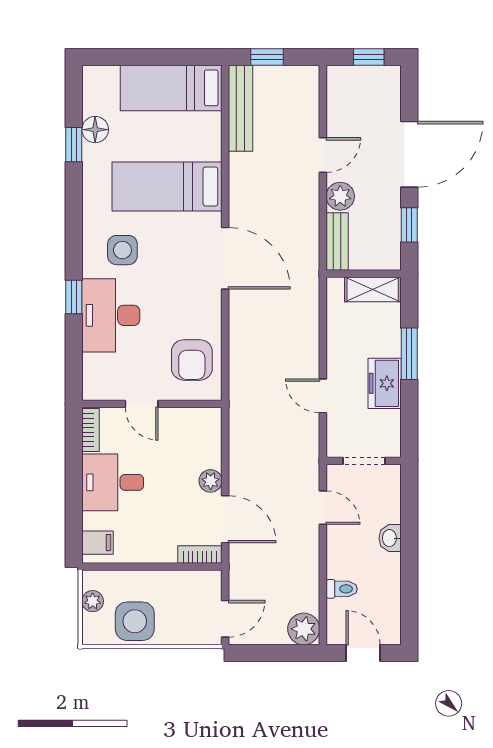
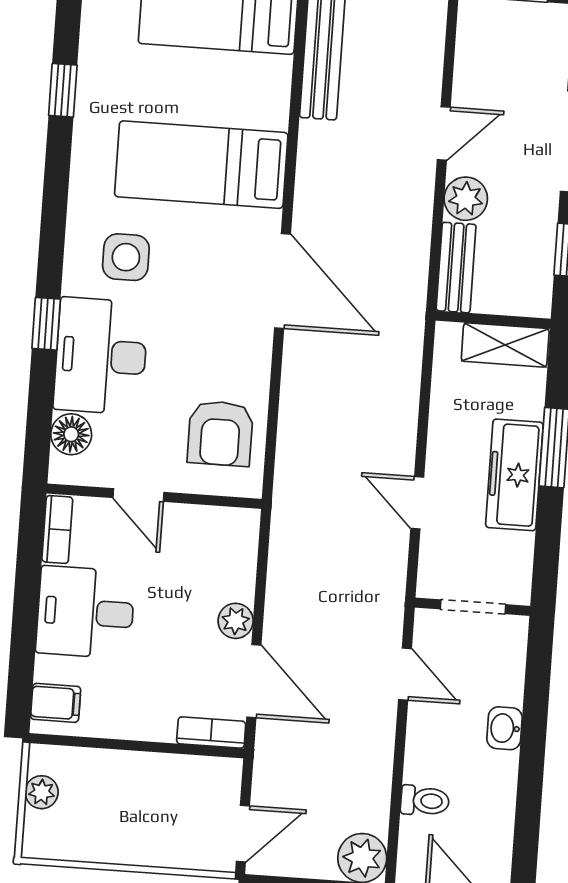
floor lamp: (95, 130) -> (71, 434), moved
freezer: (385, 383) -> (514, 475), width x1.40
side table: (135, 621) -> (104, 828), removed

